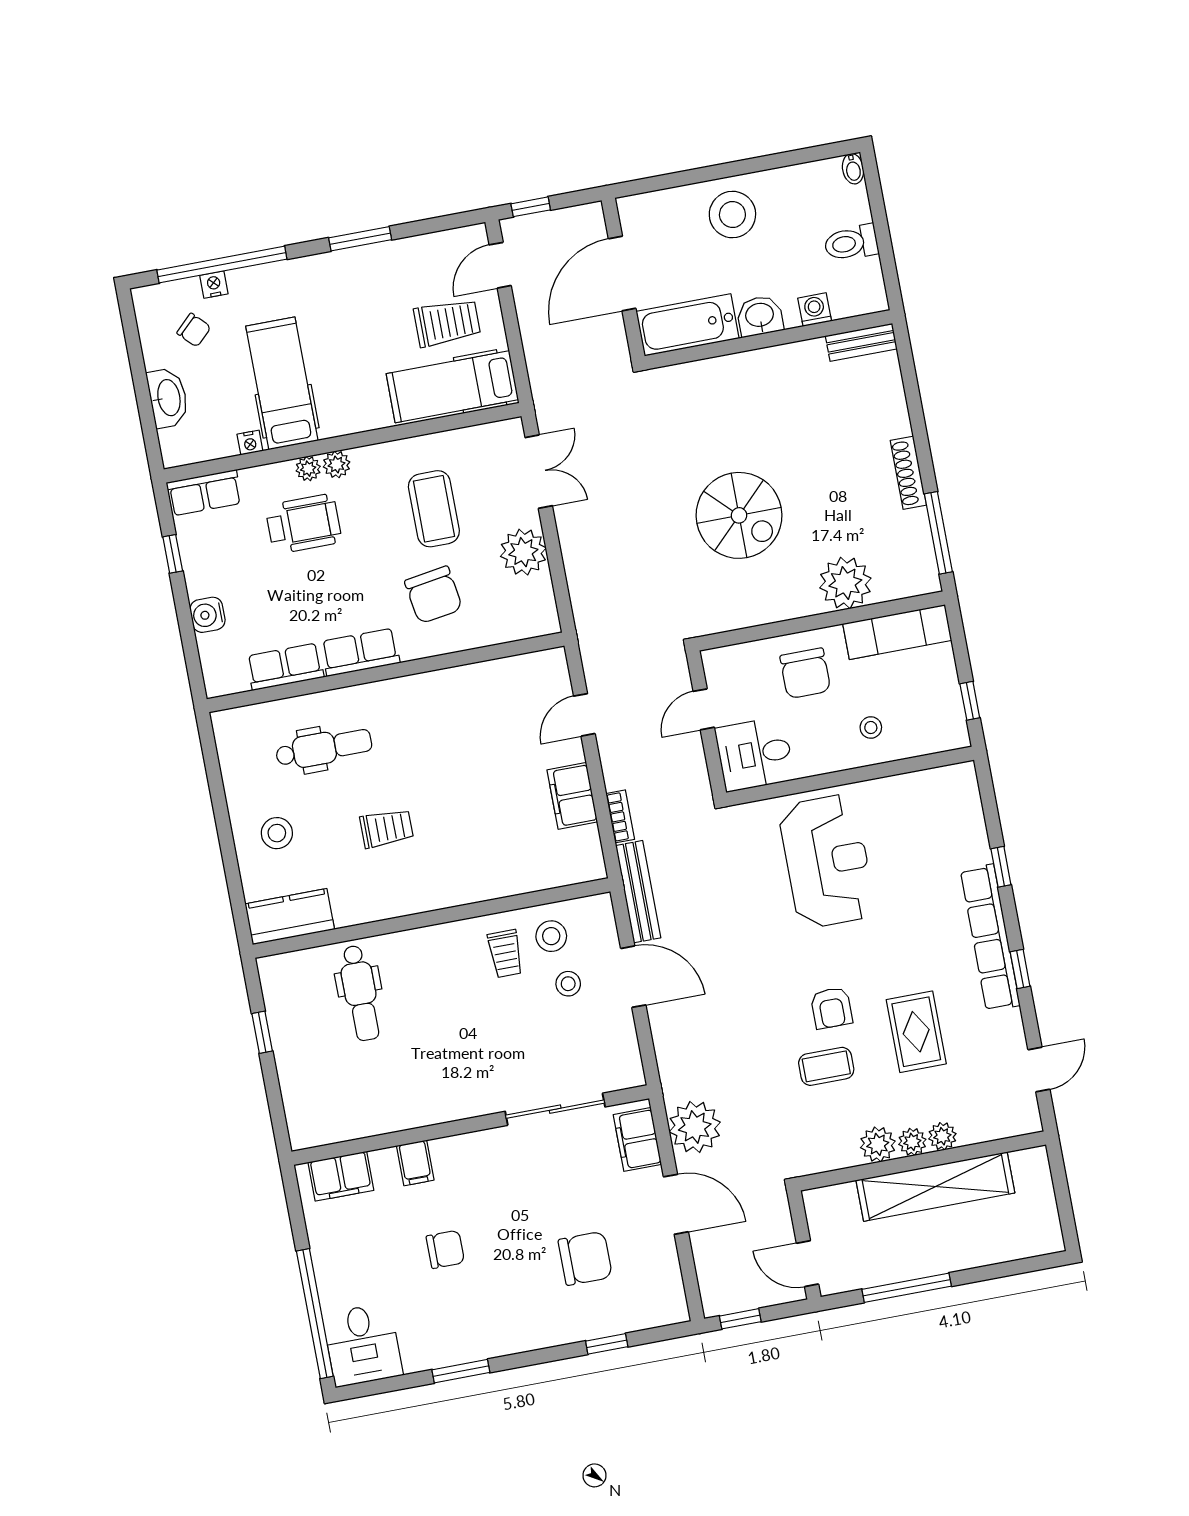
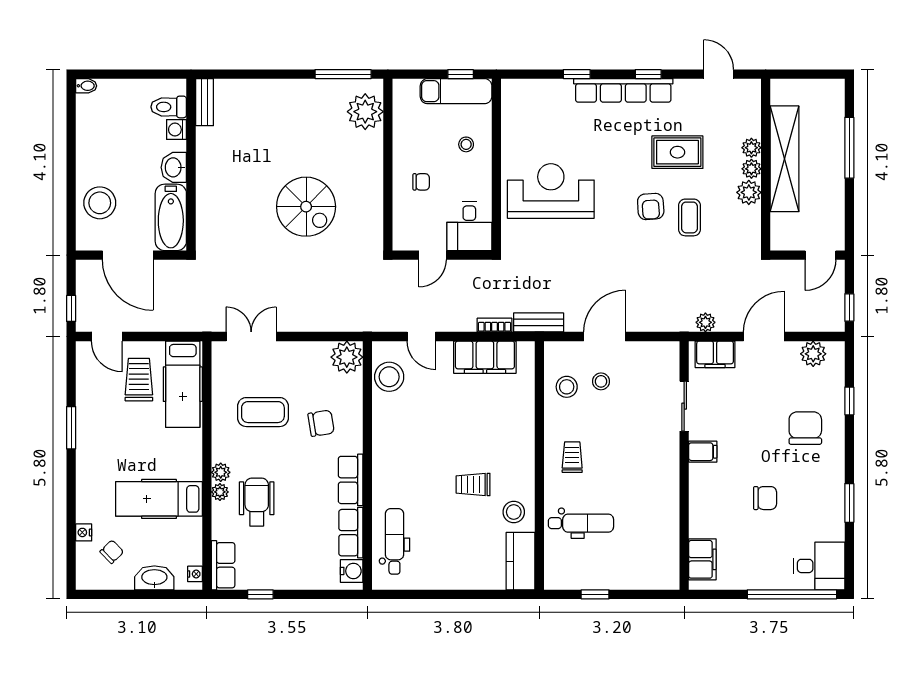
stool: (732, 215) -> (100, 203), moved
toilet: (851, 243) -> (169, 107), moved, turned 90
window: (222, 265) -> (71, 524), removed
nightstand: (250, 443) -> (195, 574), moved
shoe rack: (908, 473) -> (299, 87), removed
spiral stairs: (739, 515) -> (306, 207), turned 90
plant: (523, 552) -> (347, 357), moved
plant: (845, 583) -> (365, 112), moved
chair: (434, 595) -> (321, 423), width x0.73, depth x0.73
water cooler: (207, 615) -> (352, 571), moved, turned -90
exam couch: (897, 632) -> (456, 91), moved, turned 90
chair: (805, 673) -> (421, 182), width x0.54, depth x0.54
stool: (518, 680) -> (389, 377), added
door: (704, 709) -> (433, 255), hinge flipped
dental chair: (324, 748) -> (394, 541), moved
filing cabinet: (572, 796) -> (485, 357), width x1.50, depth x1.17
trolley: (387, 828) -> (473, 484), turned -90
stool: (277, 833) -> (514, 512), moved
bench: (638, 892) -> (539, 322), width x0.73
trolley: (505, 954) -> (572, 457), moved, turned -90
armchair: (831, 1008) -> (651, 206), turned 86
sliding door: (555, 1109) -> (684, 406), width x0.73
plant: (695, 1127) -> (705, 322), width x0.53, depth x0.53
filing cabinet: (415, 1163) -> (703, 452), moved
chair: (445, 1249) -> (765, 498), turned 90
chair: (585, 1258) -> (805, 428), moved
plant: (664, 1280) -> (813, 354), added
window: (907, 1288) -> (849, 148), moved

